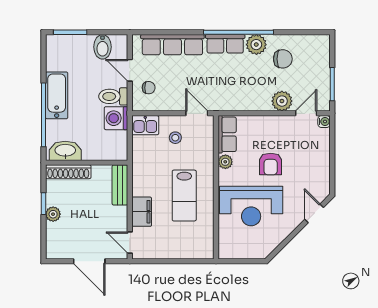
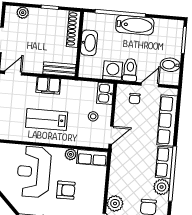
washbasin: (65, 151) -> (89, 43), moved
armchair: (271, 164) -> (66, 190), turned 180
filing cabinet: (142, 212) -> (48, 86), moved
plant: (53, 214) -> (23, 13), moved

